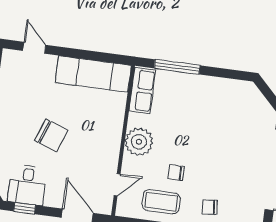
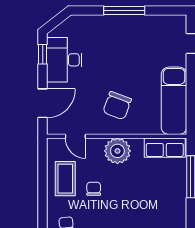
chair: (51, 135) -> (117, 106), moved
desk: (27, 185) -> (64, 60), width x1.37

